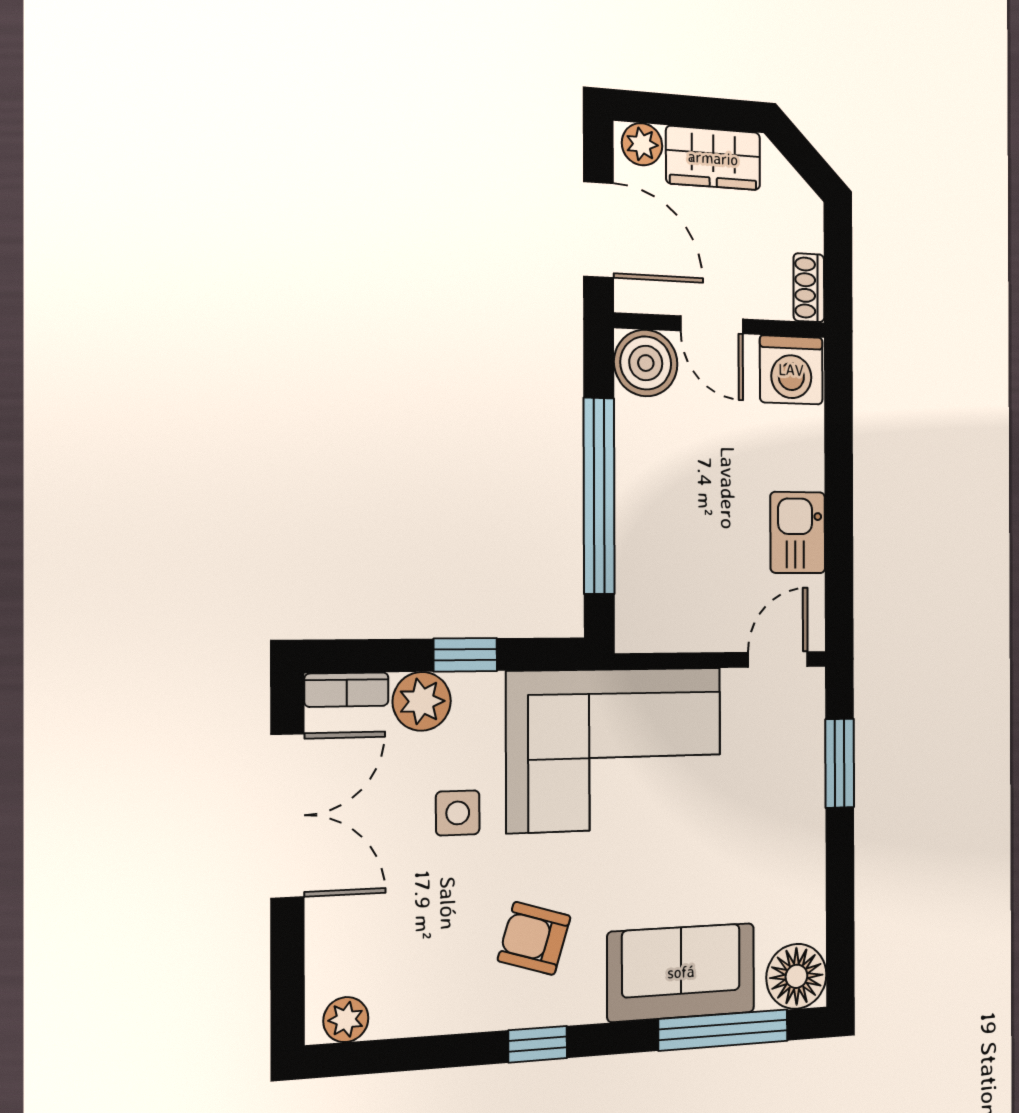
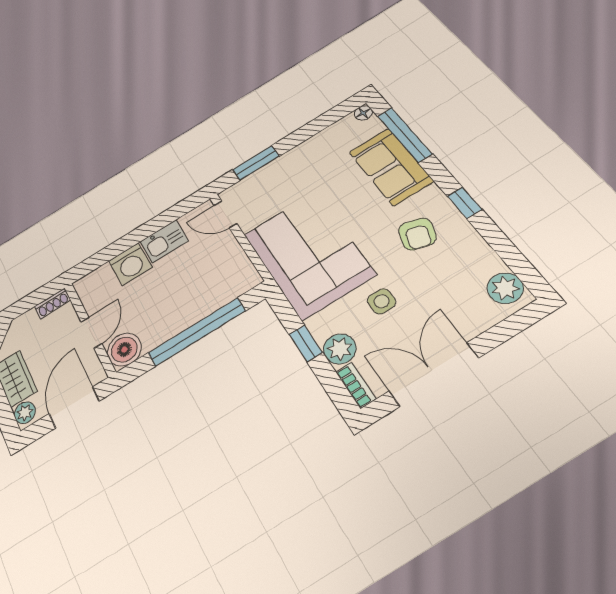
washing machine: (791, 370) -> (130, 264), moved, turned 90
floor lamp: (796, 976) -> (363, 113), width x0.53, depth x0.53
plant: (346, 1020) -> (505, 288), width x1.38, depth x1.38

